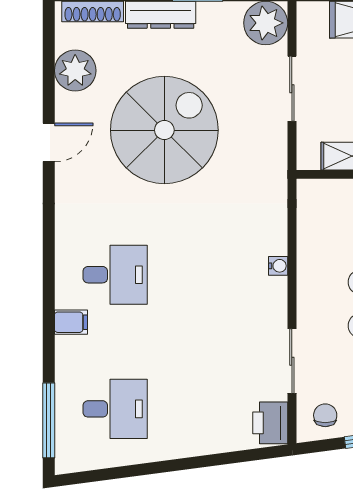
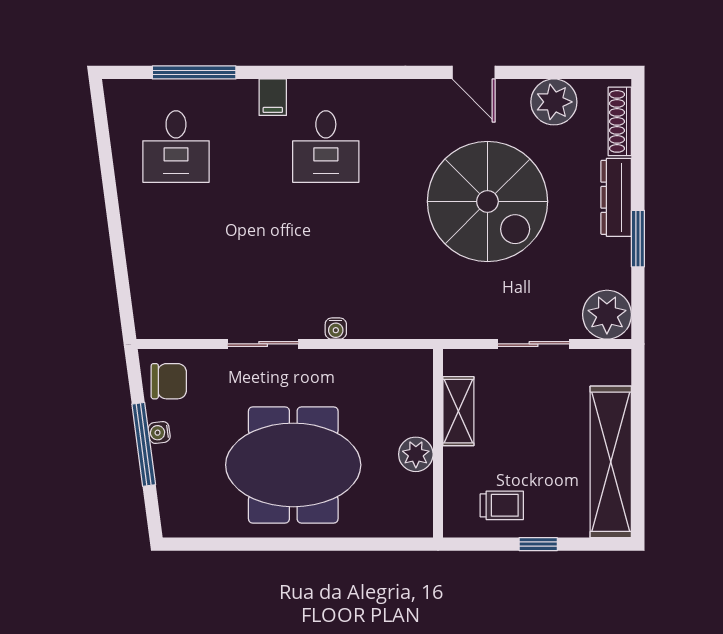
sliding door: (292, 361) -> (263, 344), moved
chair: (325, 415) -> (169, 381), width x1.37, depth x1.37
window: (49, 420) -> (194, 72), moved
printer: (270, 423) -> (160, 320), removed

